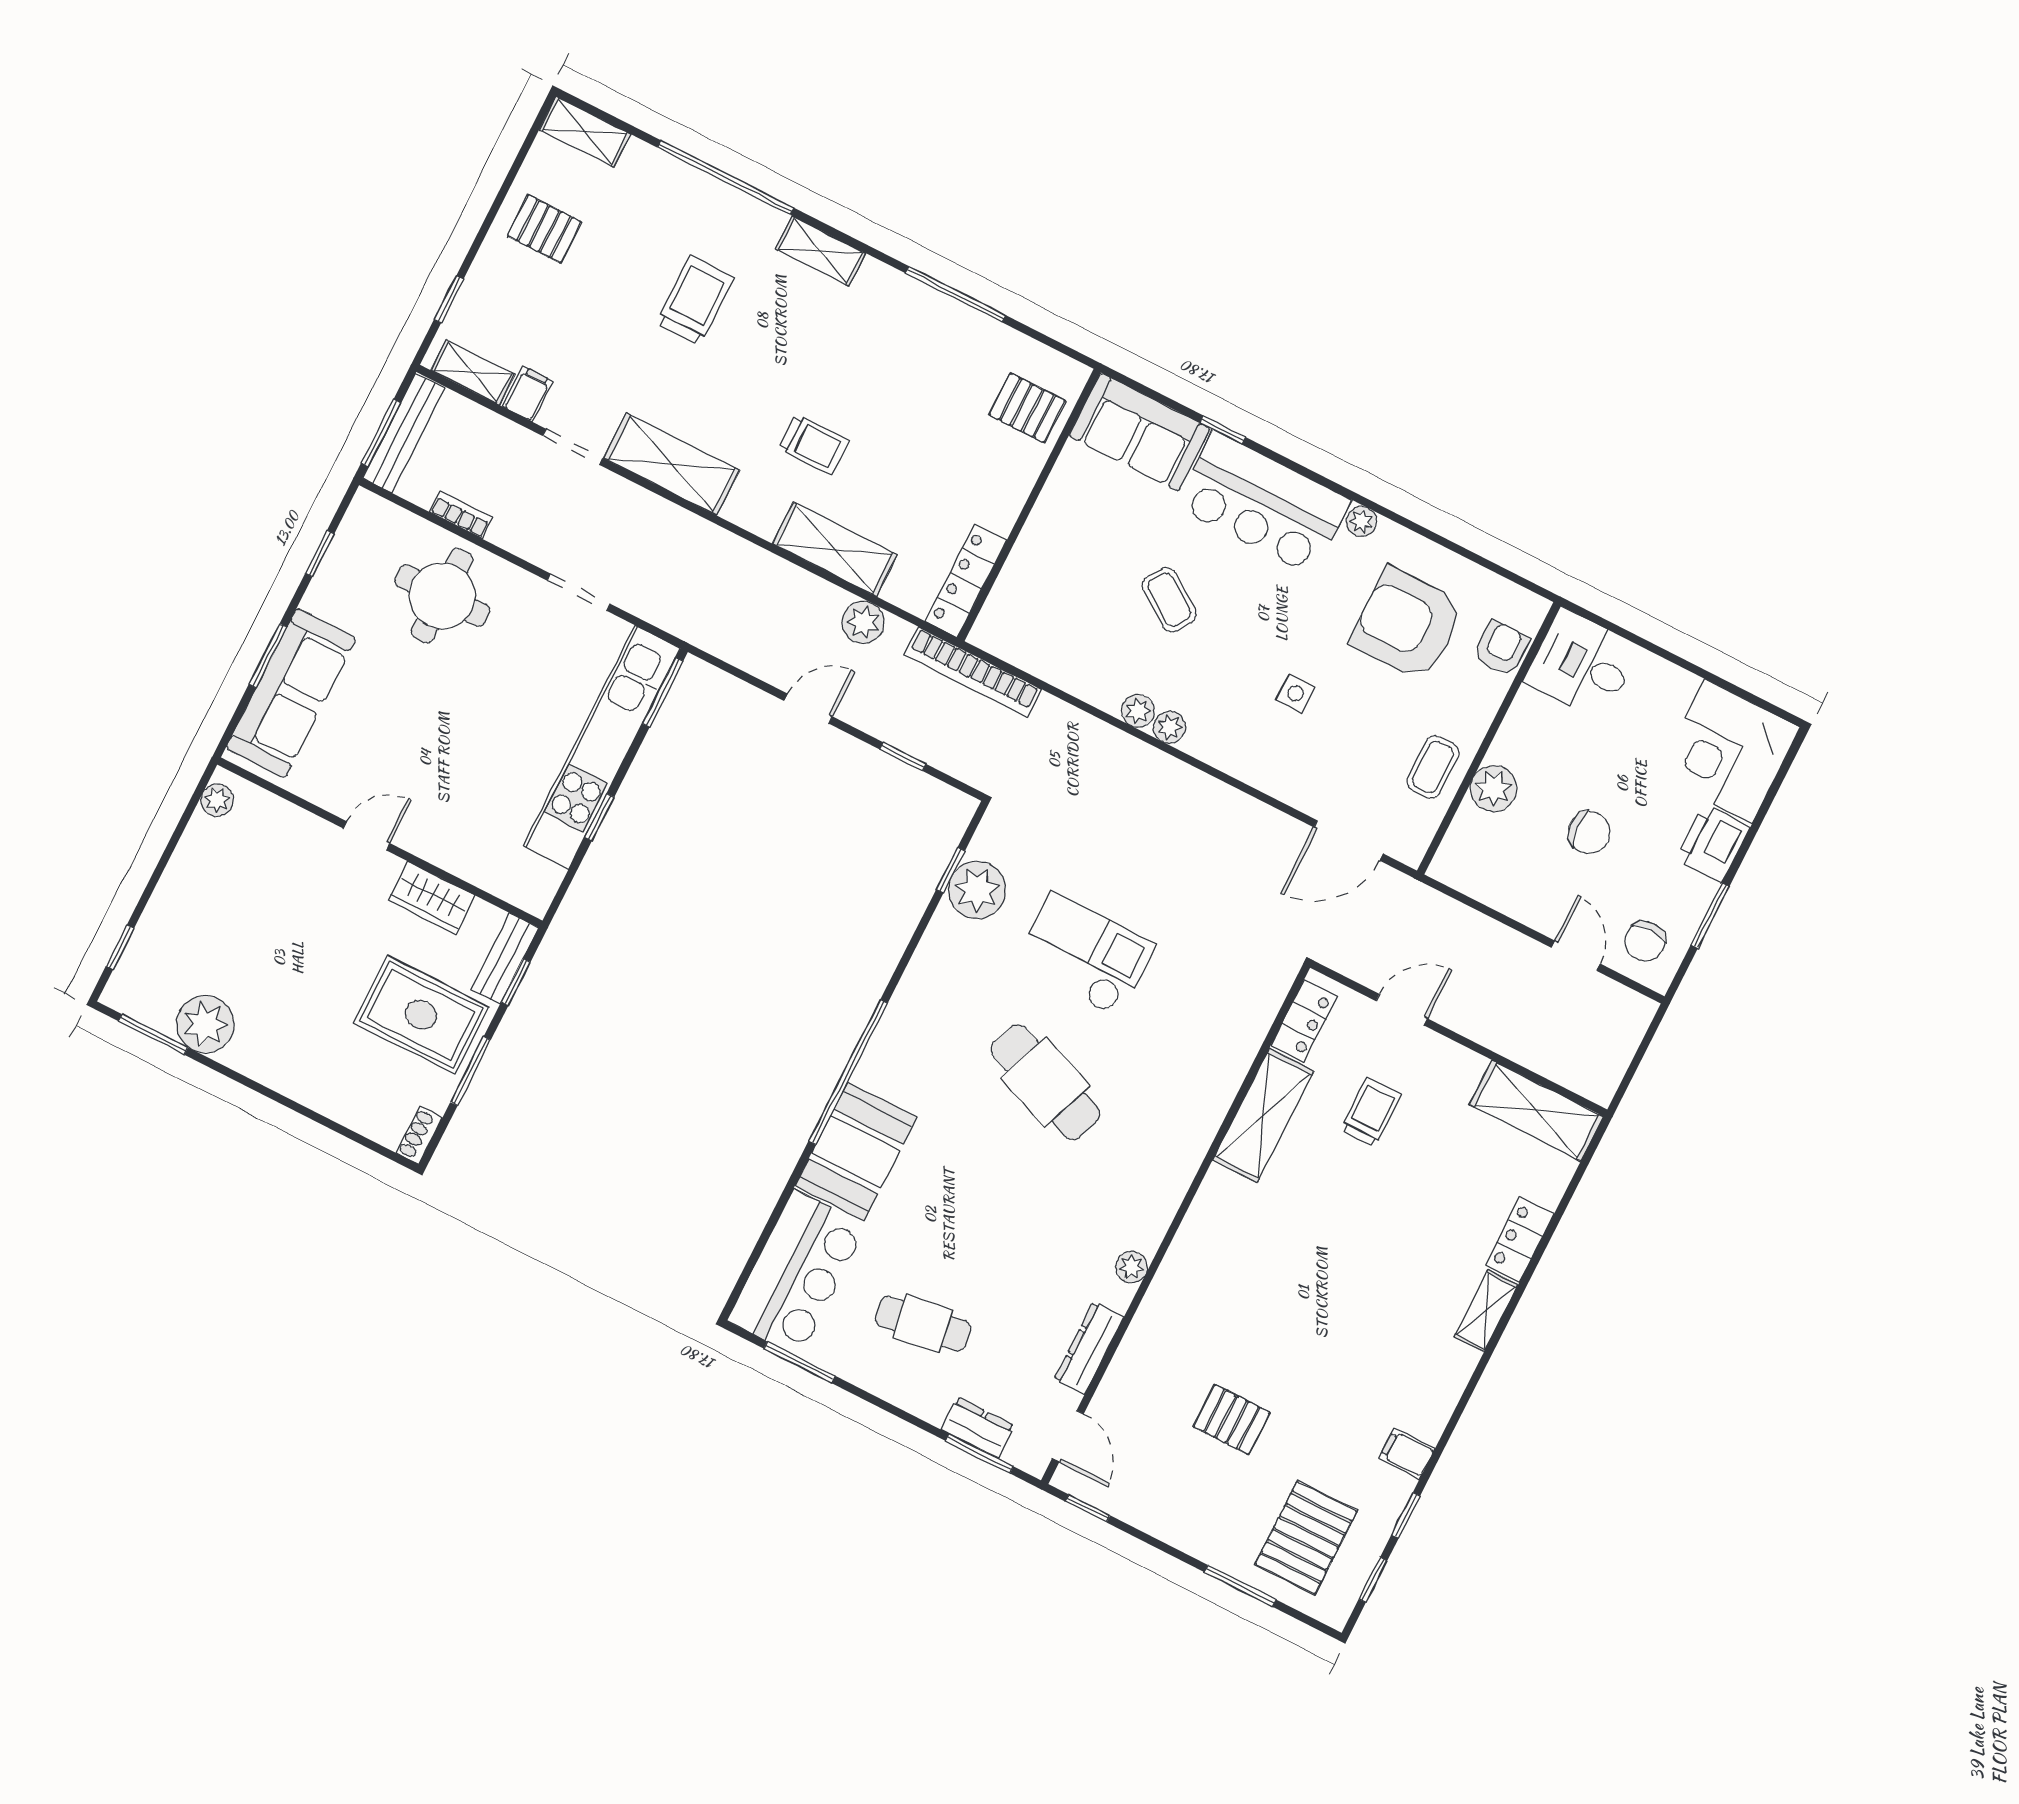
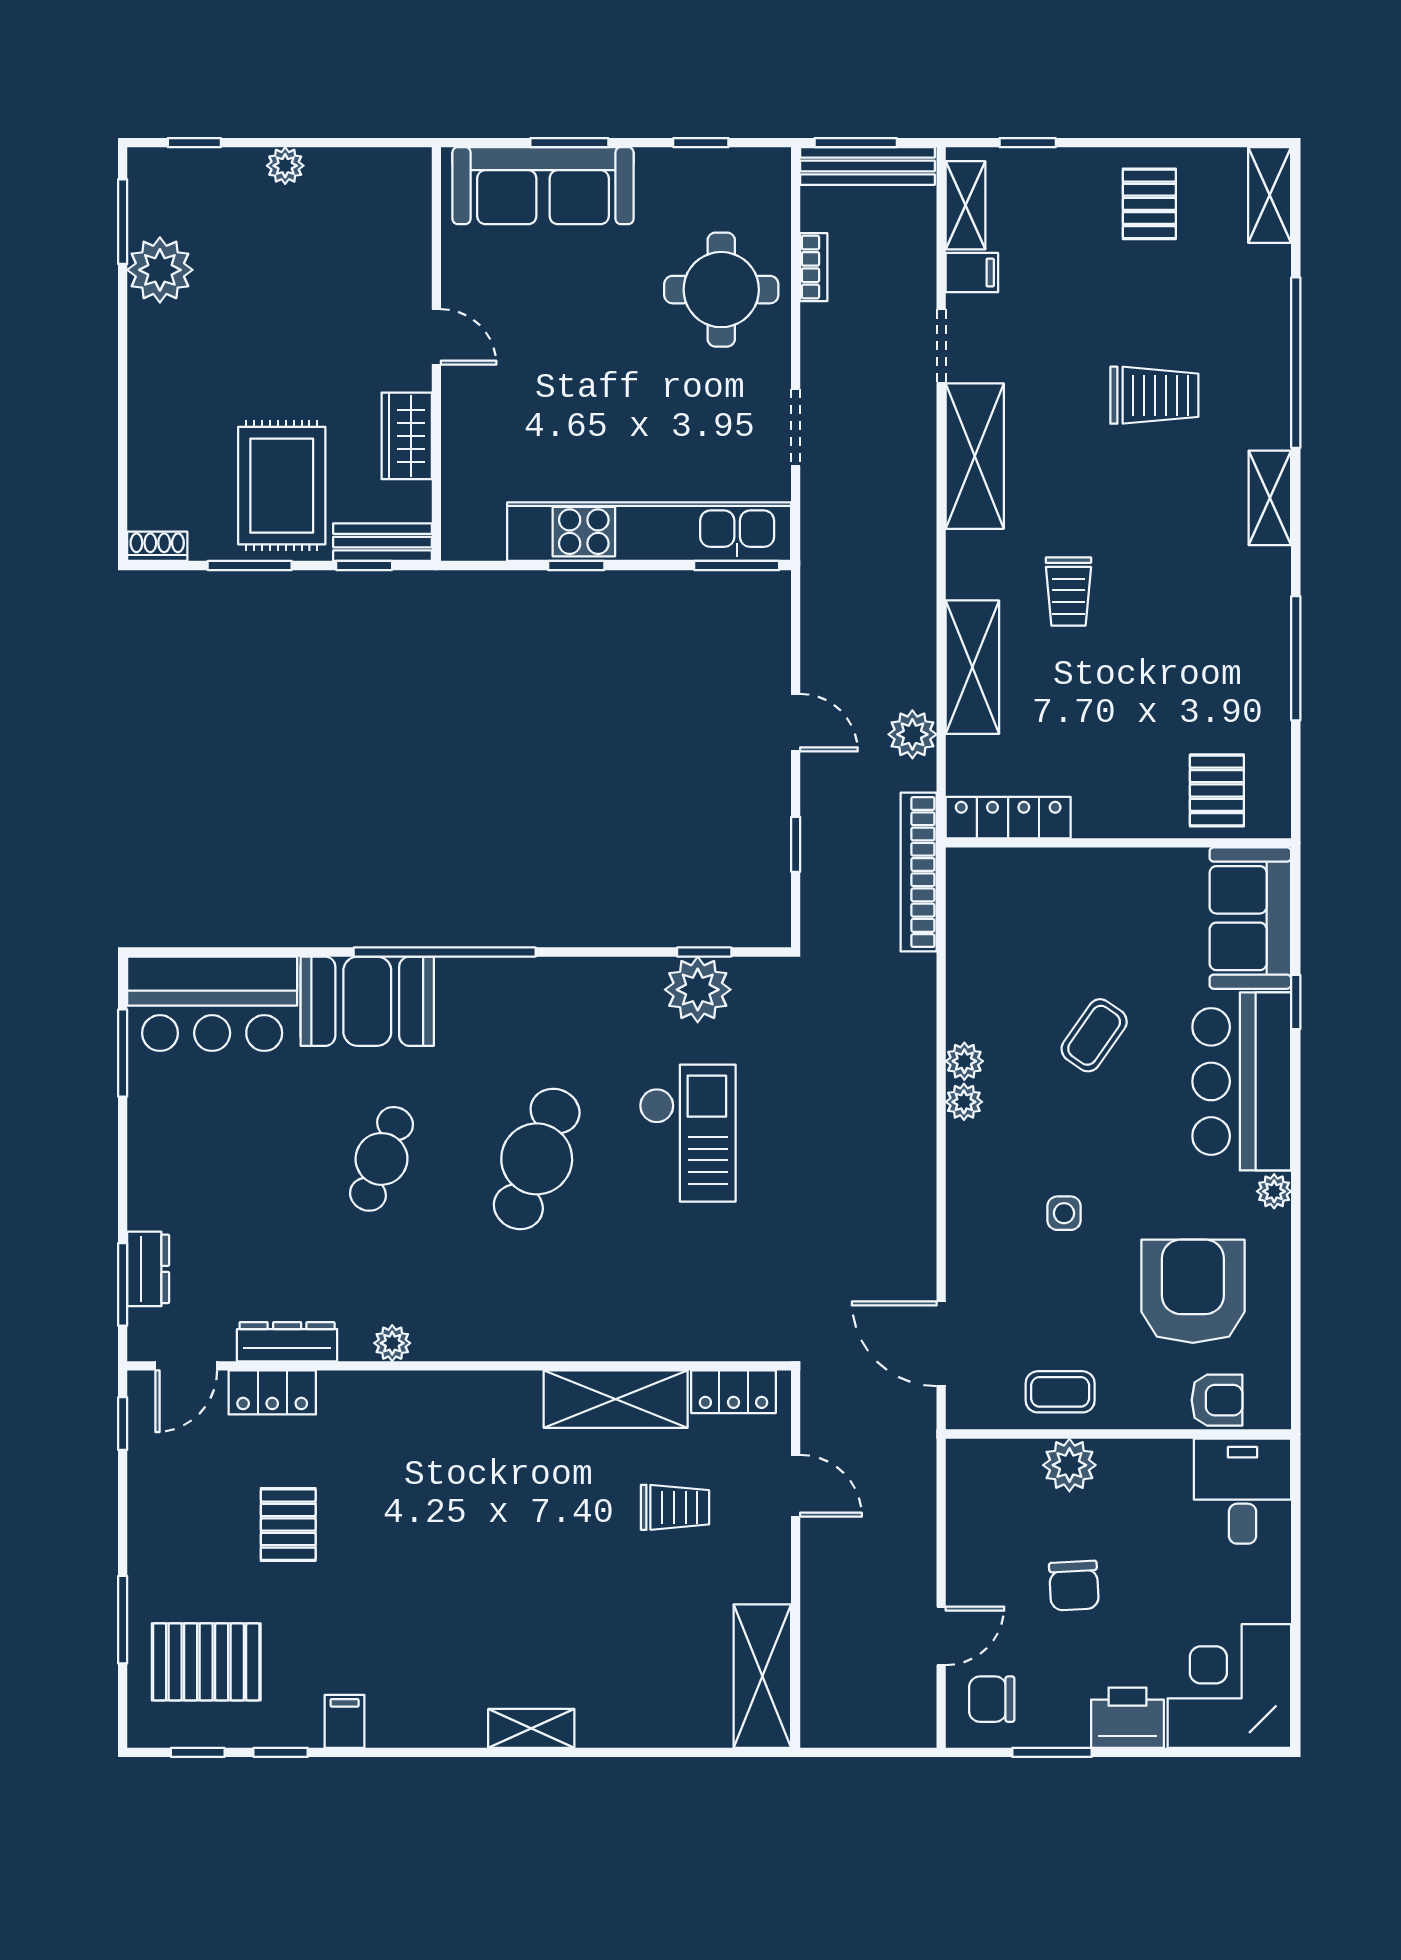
plant: (217, 800) -> (285, 166), moved
locker: (1520, 1239) -> (272, 1392), moved, turned 180
cafe table: (923, 1323) -> (381, 1159), moved, turned 30

